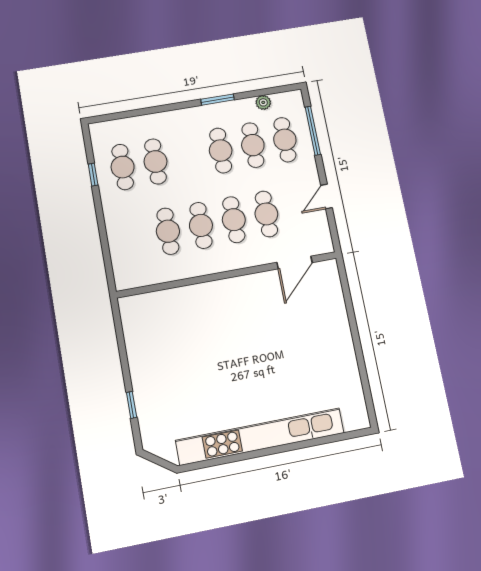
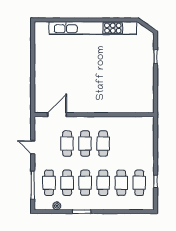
door: (326, 196) -> (33, 147), swing flipped
cafe table: (168, 231) -> (103, 183), moved

